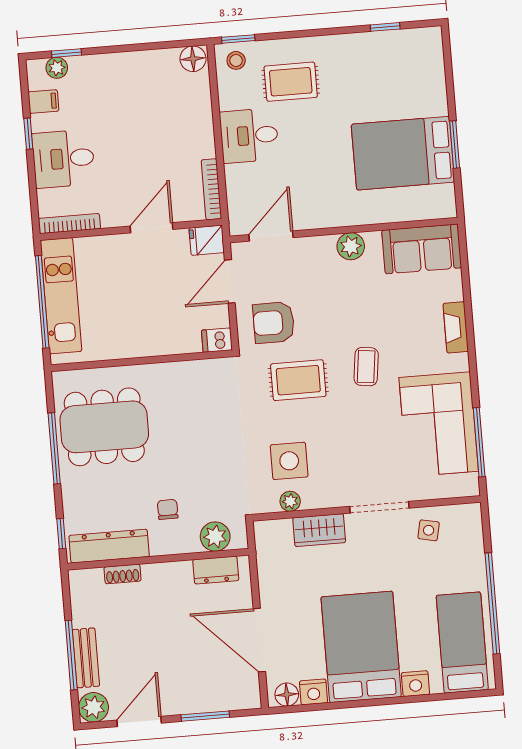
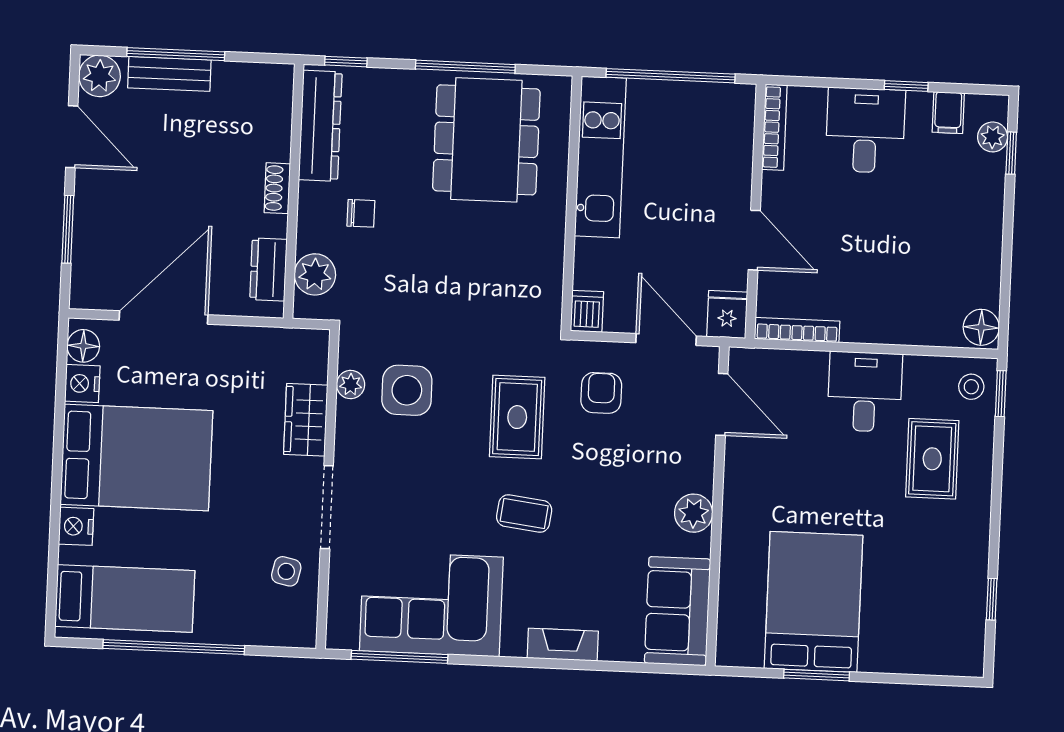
kitchen unit: (61, 296) -> (600, 157), moved, turned -90
armchair: (274, 323) -> (601, 393), width x0.72, depth x0.72
shoe rack: (123, 574) -> (277, 188), moved

